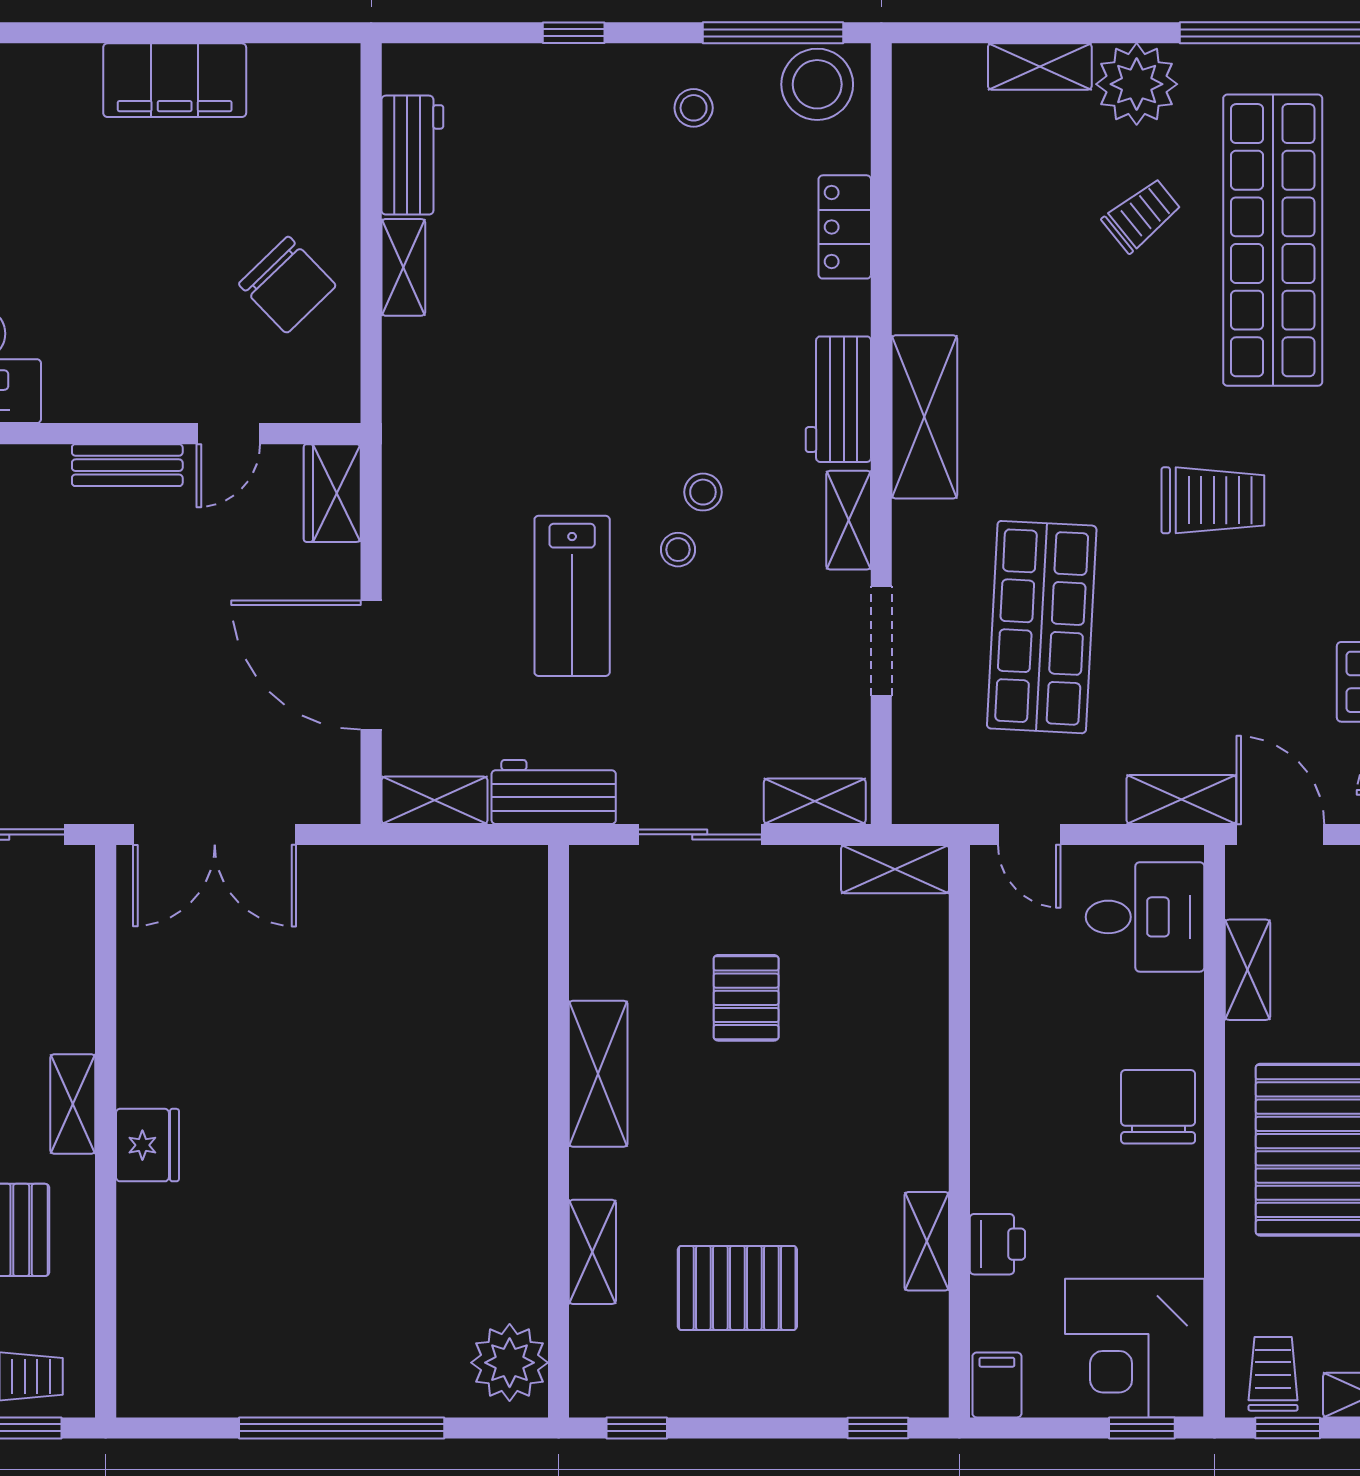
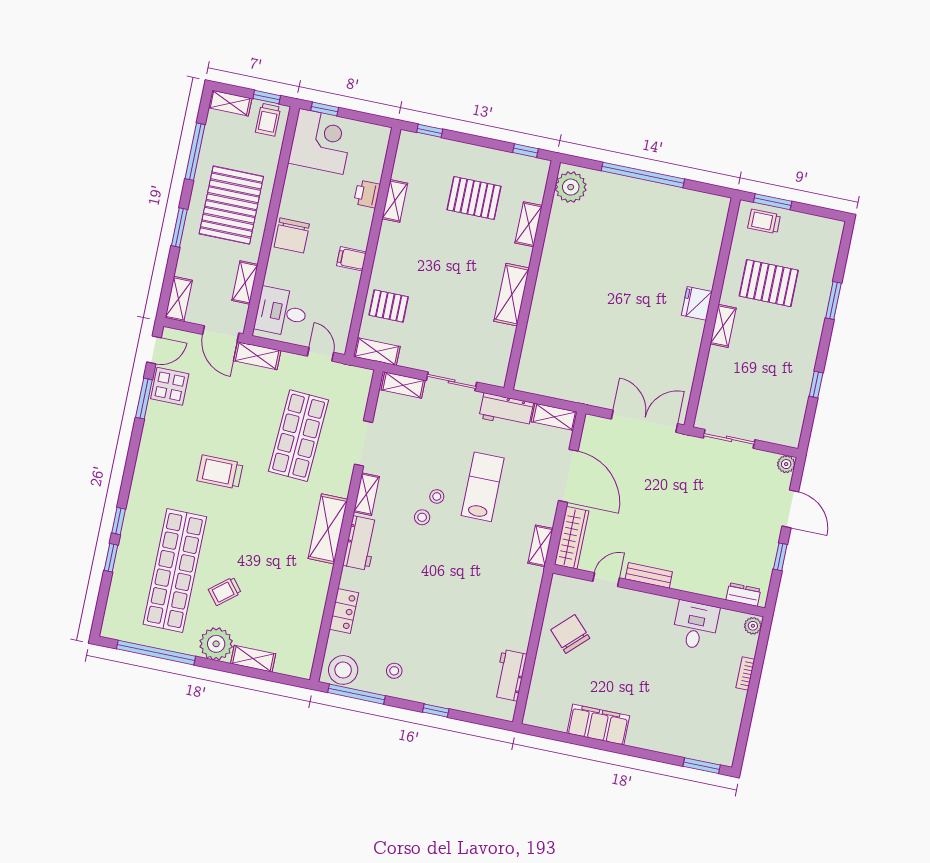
shelving: (403, 267) -> (540, 546), moved
wardrobe: (332, 493) -> (572, 538), width x1.50
pallet: (746, 998) -> (389, 306), moved, turned 90
filing cabinet: (997, 1385) -> (351, 259), moved, turned 90

